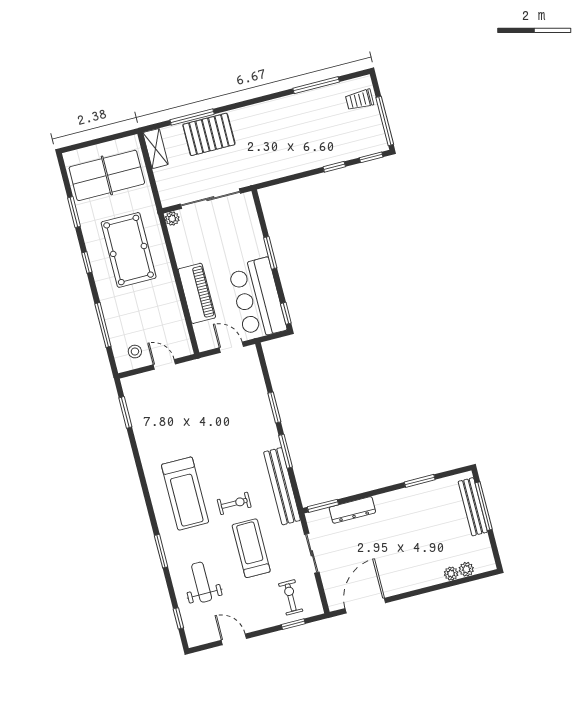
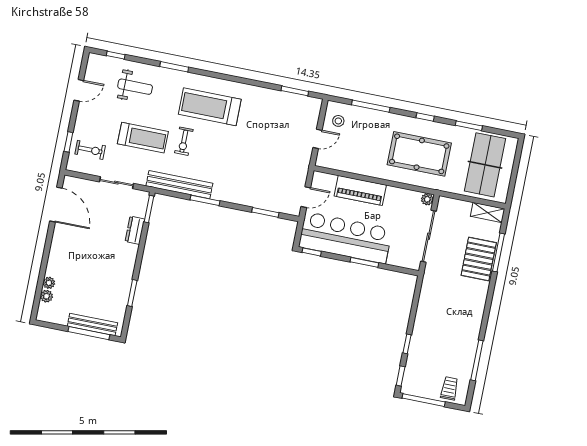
bar counter: (257, 298) -> (345, 238), width x1.36
window: (274, 408) -> (265, 212), moved
dresser: (352, 510) -> (135, 230), width x0.70

